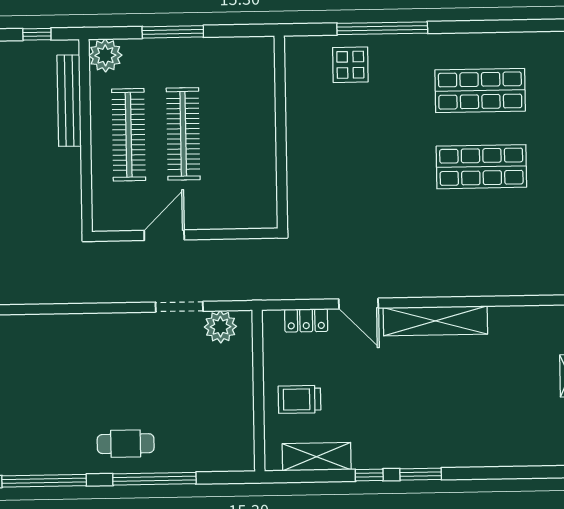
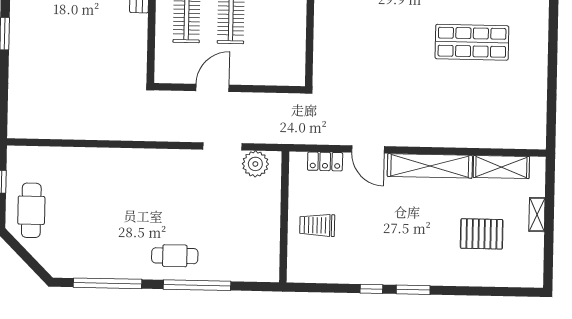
pallet: (502, 402) -> (482, 234), added
shelving: (317, 457) -> (501, 167), moved

